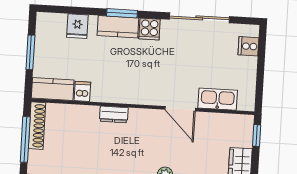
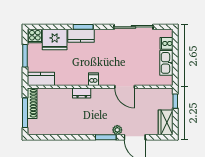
fridge: (77, 26) -> (55, 40), width x1.88, depth x1.34
cooker: (149, 29) -> (35, 36), moved
dishwasher: (82, 91) -> (93, 79), moved
kitchen sink: (218, 99) -> (166, 63), moved, turned -90

